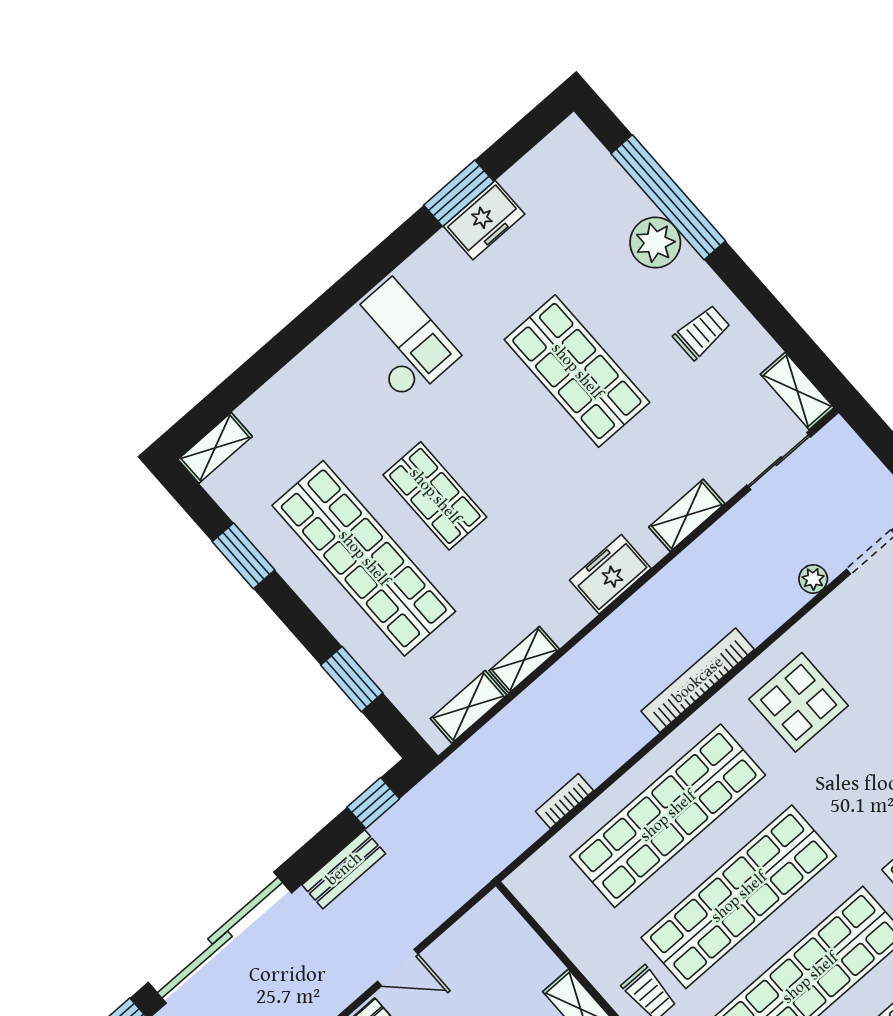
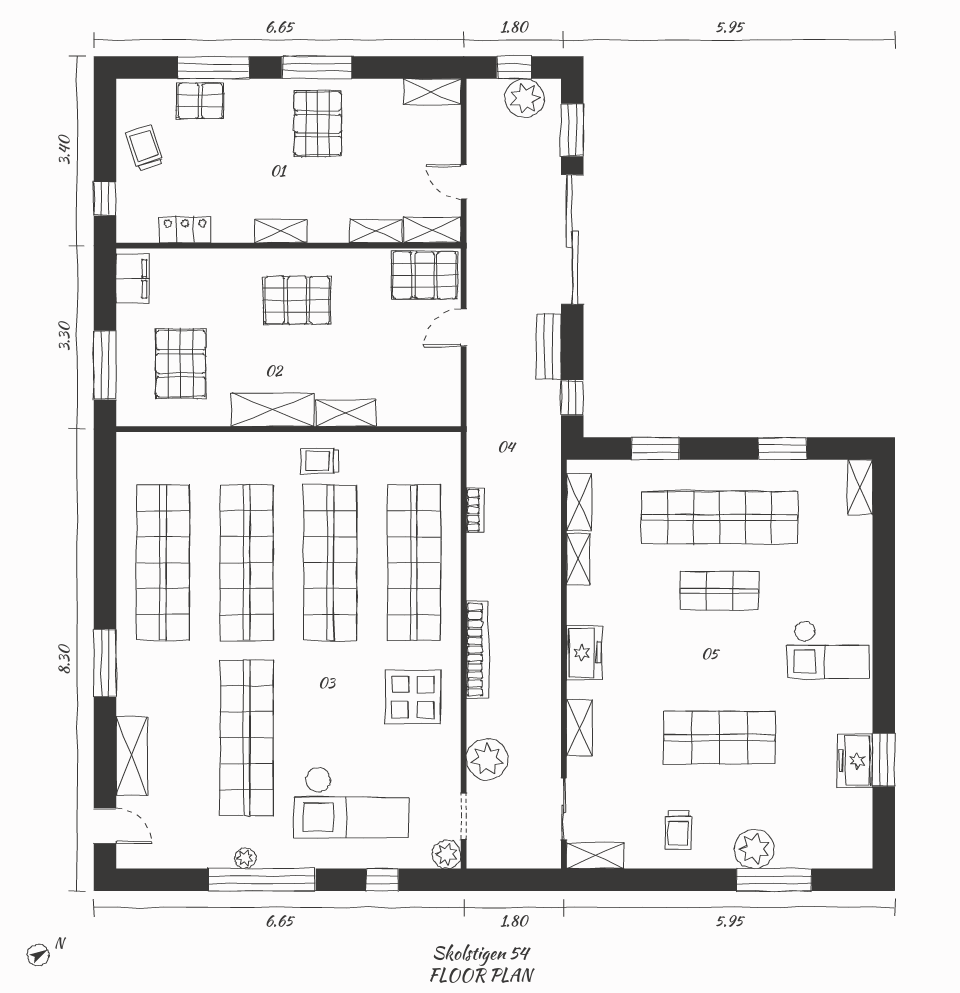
window: (668, 197) -> (774, 880), width x0.68
plant: (813, 579) -> (487, 759), width x1.88, depth x1.88

